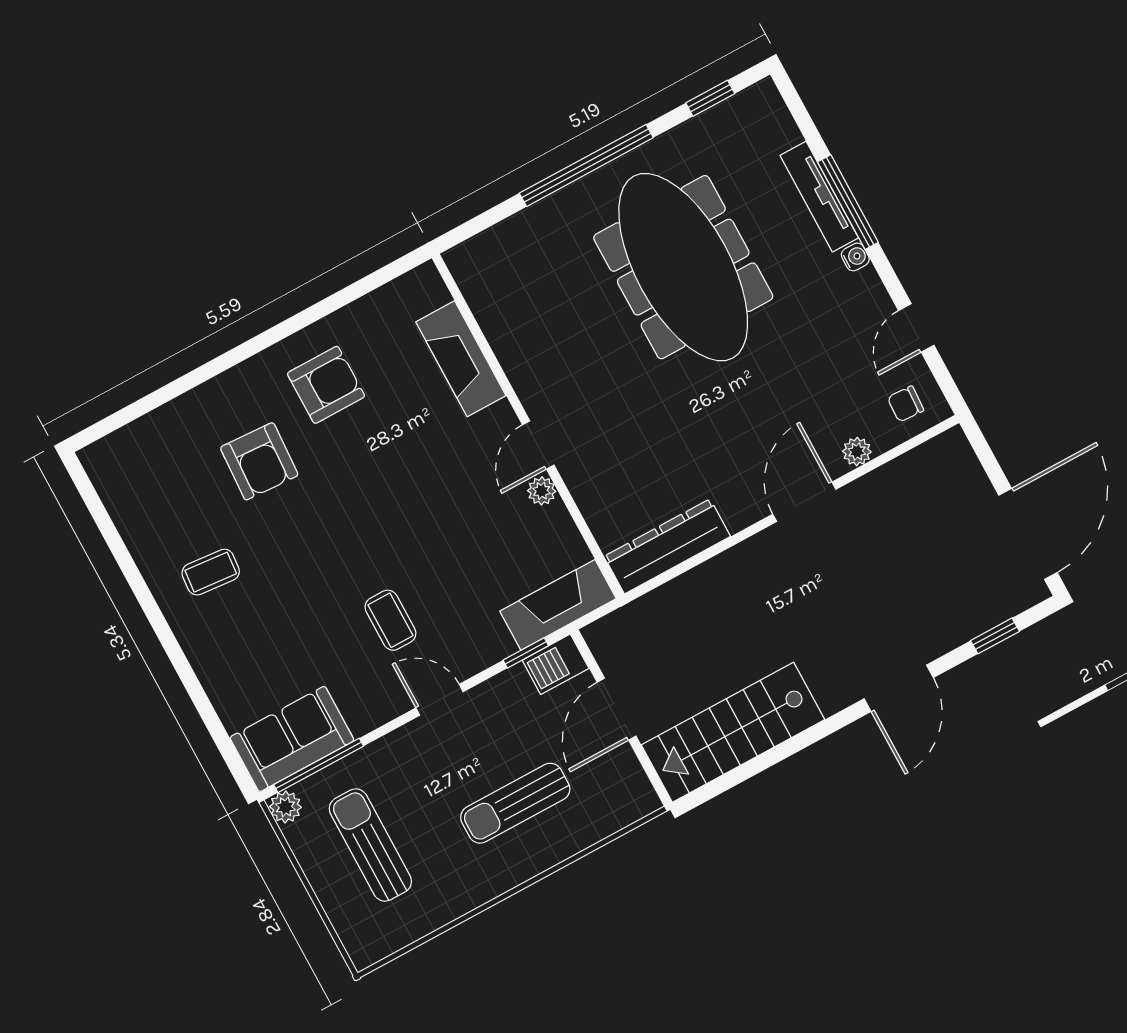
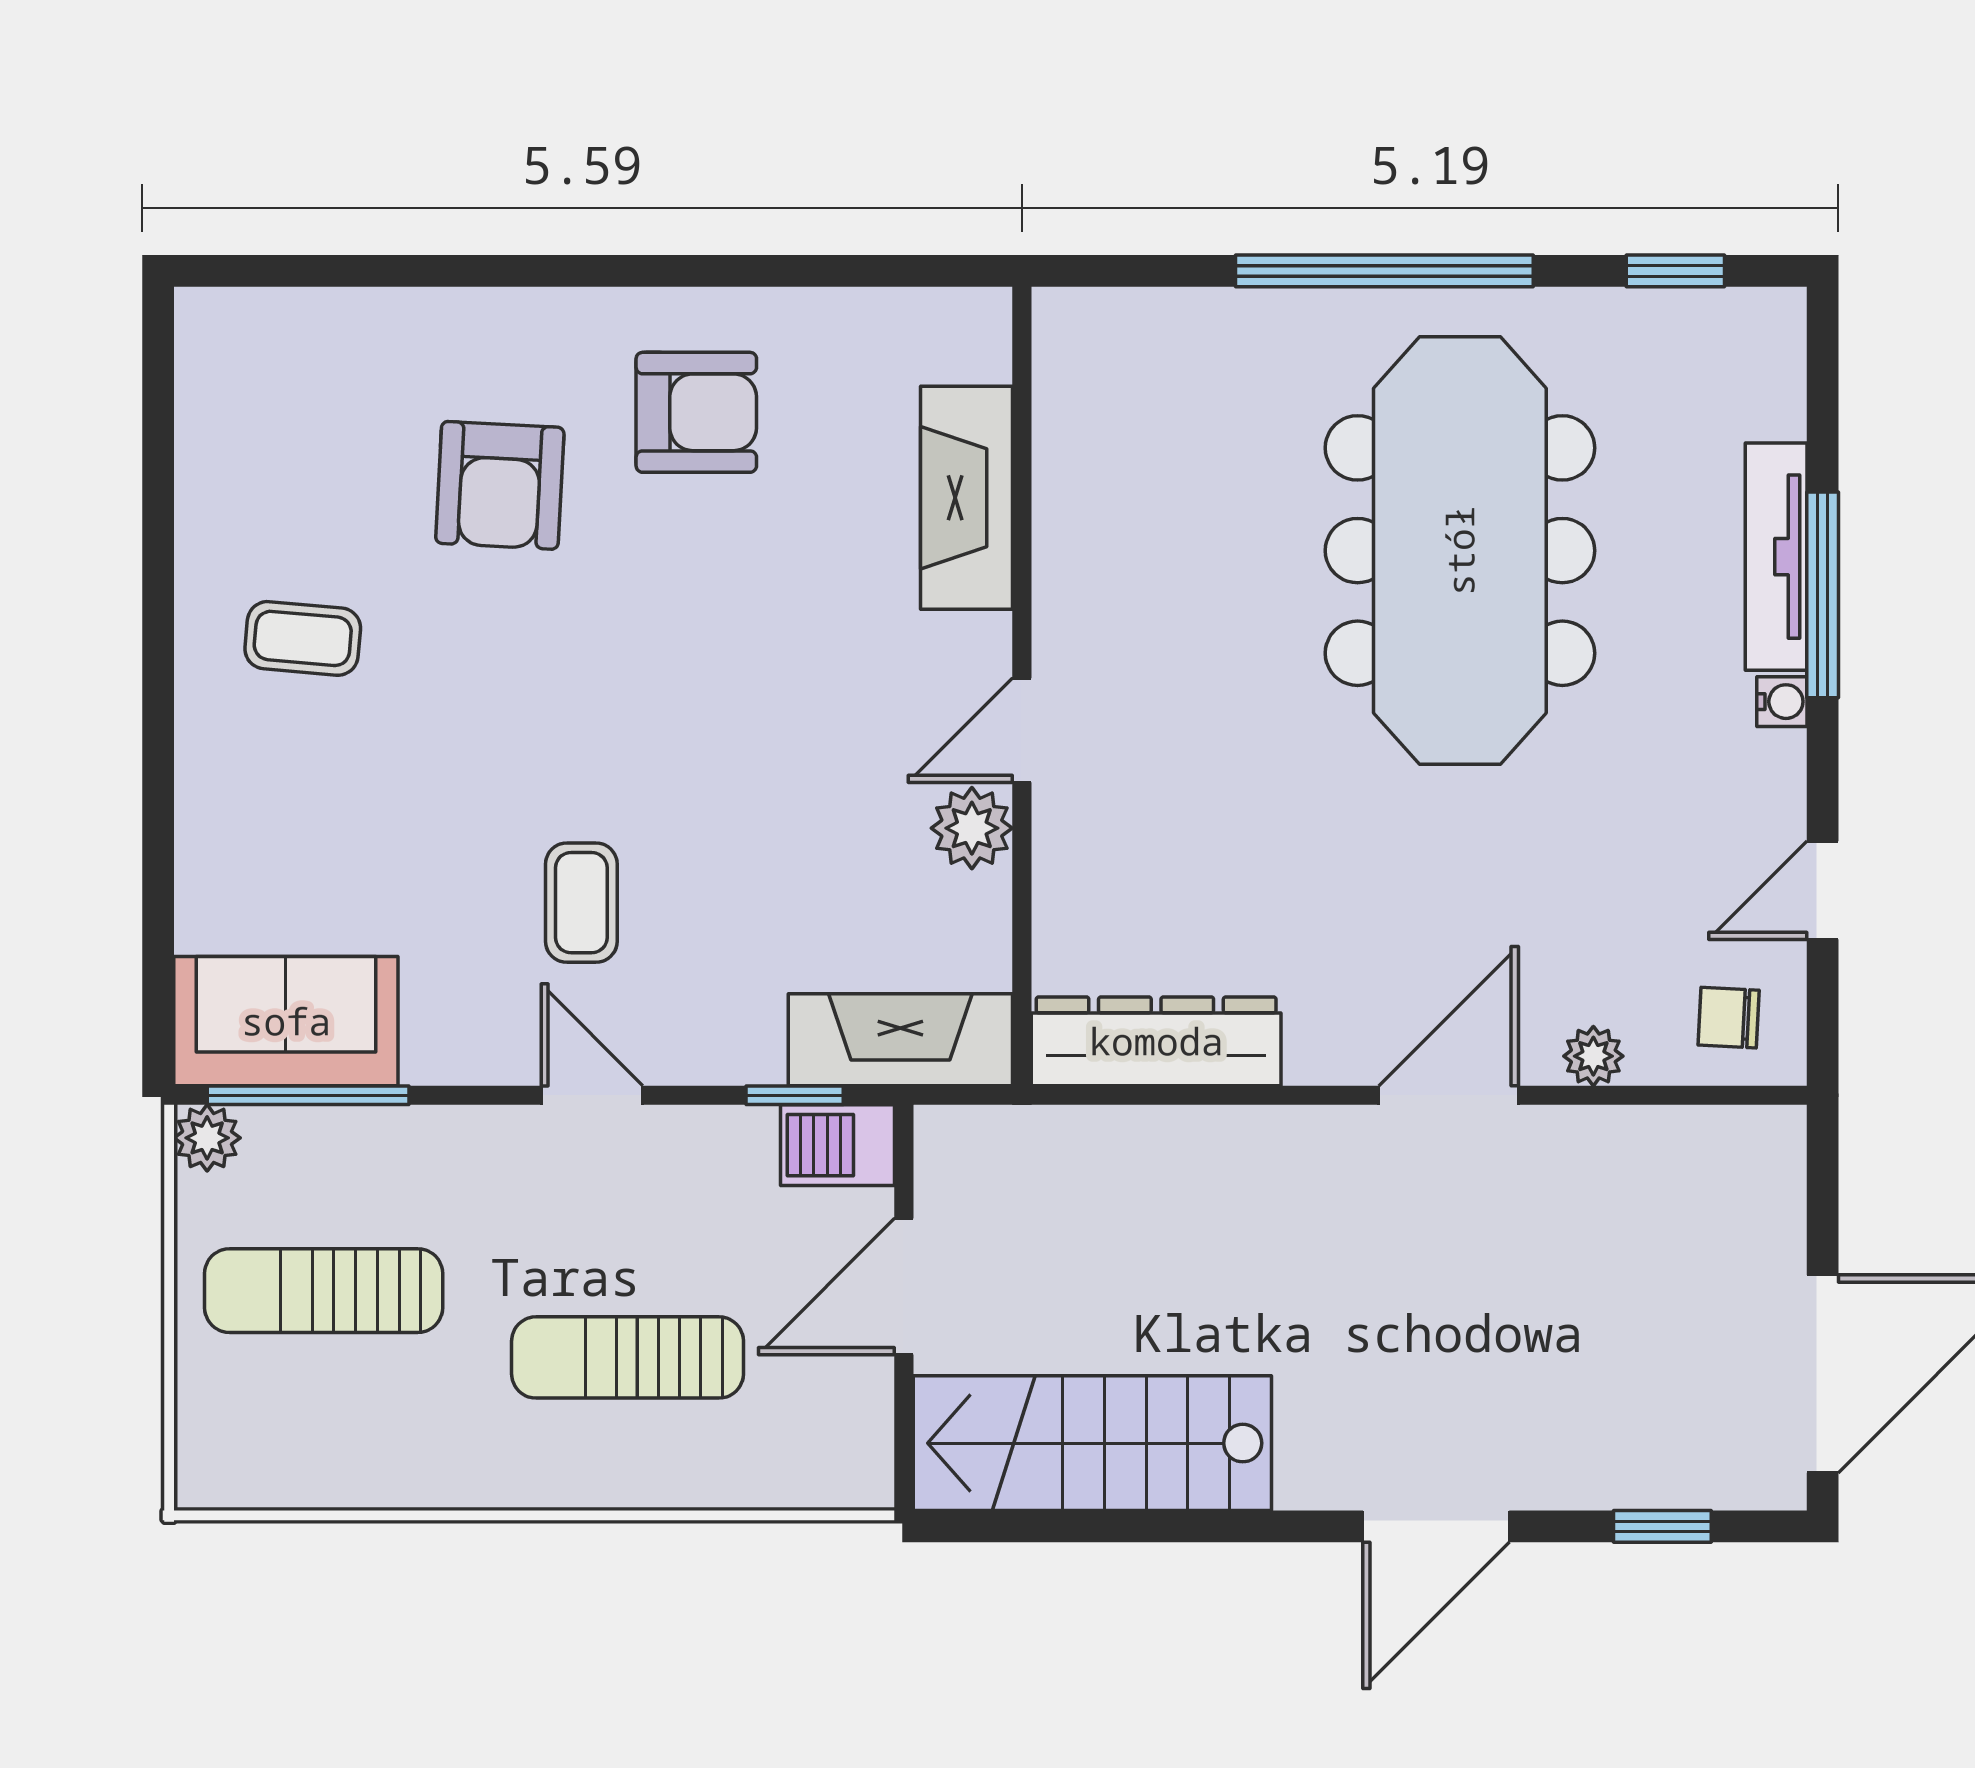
plant: (542, 491) -> (972, 828), width x1.38, depth x1.38
sun lounger: (370, 845) -> (324, 1291), turned -90

